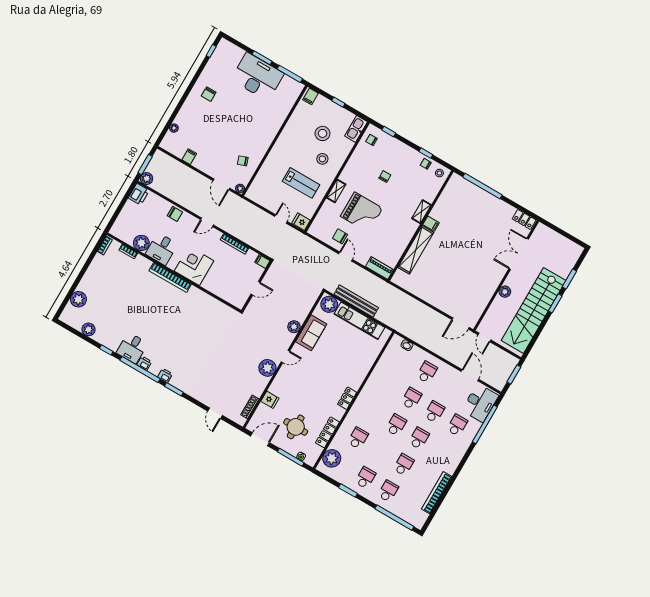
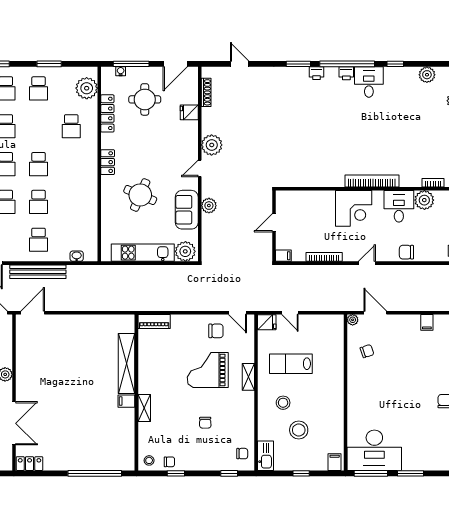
desk: (257, 77) -> (374, 450), moved
door: (346, 257) -> (238, 313), moved
bench: (356, 301) -> (38, 272), moved
round table: (338, 362) -> (140, 195), added

